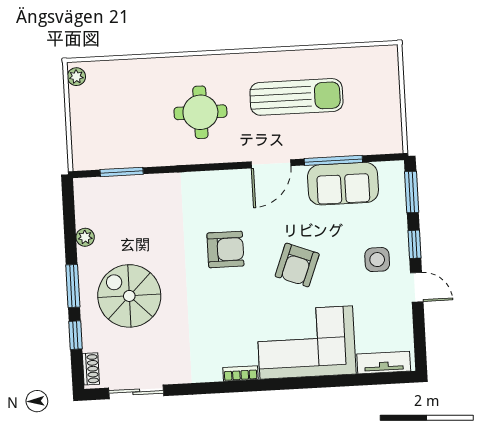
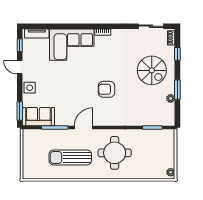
round table: (200, 112) -> (115, 153), width x1.36, depth x1.36
sofa: (343, 184) -> (38, 117), moved
window: (414, 244) -> (20, 45), moved
side table: (377, 260) -> (30, 88), moved
armchair: (297, 265) -> (74, 80), removed
window: (73, 286) -> (177, 90), moved

